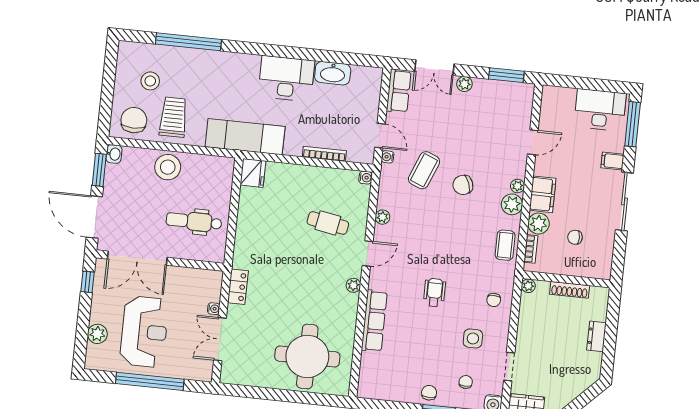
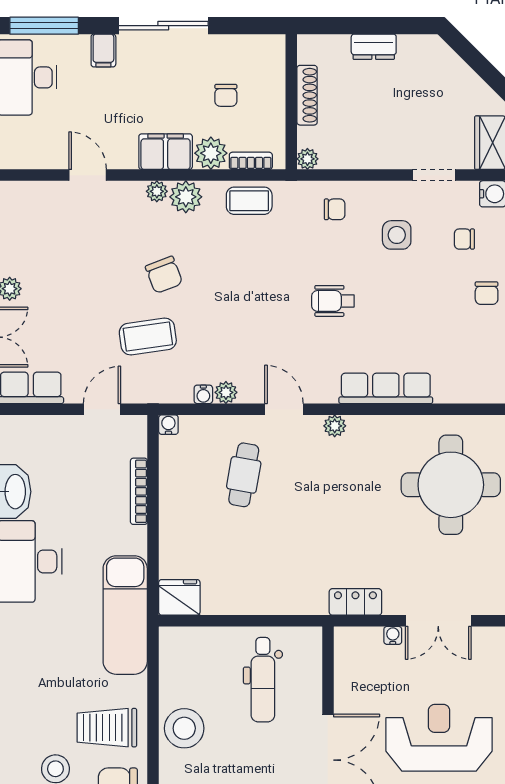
water cooler: (388, 157) -> (203, 394), moved
coffee table: (424, 170) -> (148, 337), turned -30
chair: (429, 393) -> (487, 293), turned -90

